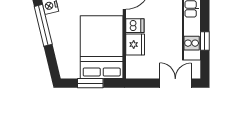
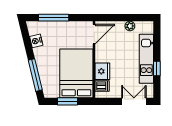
window: (43, 25) -> (35, 75), moved
dishwasher: (135, 26) -> (102, 86), moved

